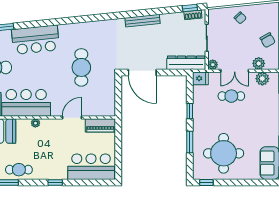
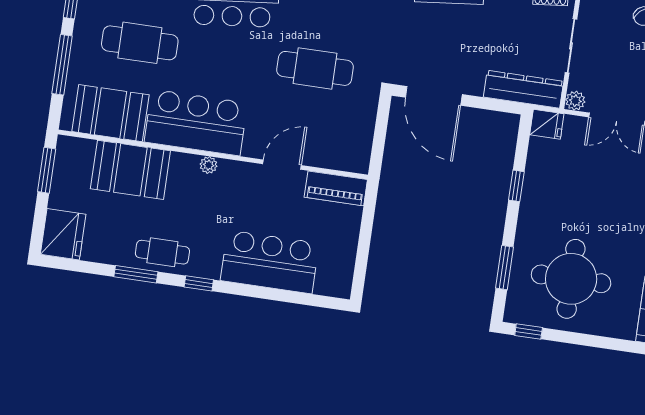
cafe table: (81, 67) -> (315, 68), turned 90
cafe table: (231, 96) -> (603, 168), removed
window: (190, 142) -> (504, 268), moved
bar counter: (91, 167) -> (270, 262), moved
window: (55, 183) -> (199, 283), moved

